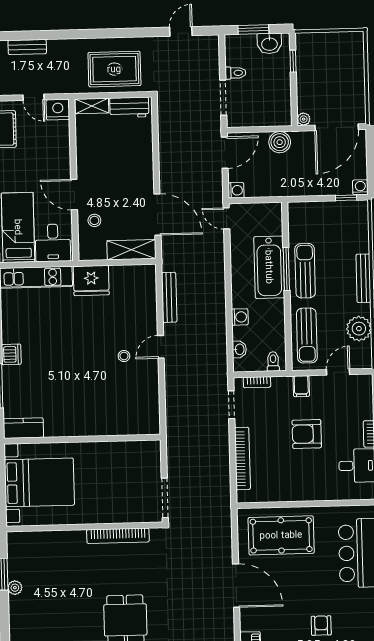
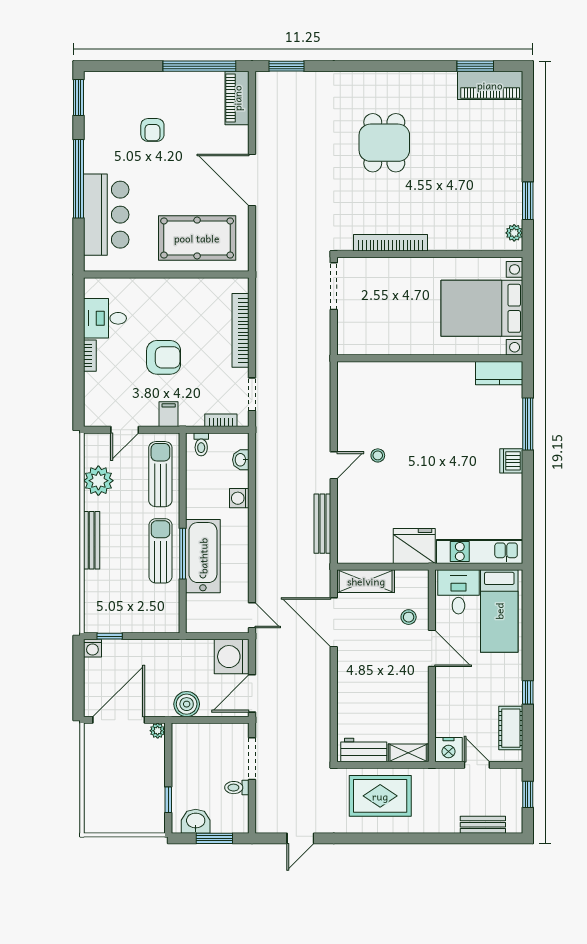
washing machine: (236, 190) -> (232, 657), width x1.89, depth x1.89
sun lounger: (305, 271) -> (160, 551), turned 180
plant: (15, 588) -> (514, 233), moved

